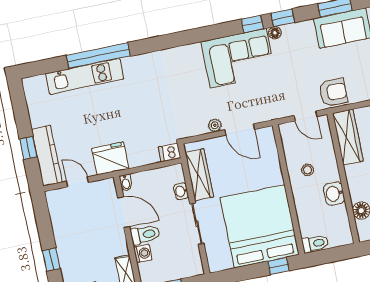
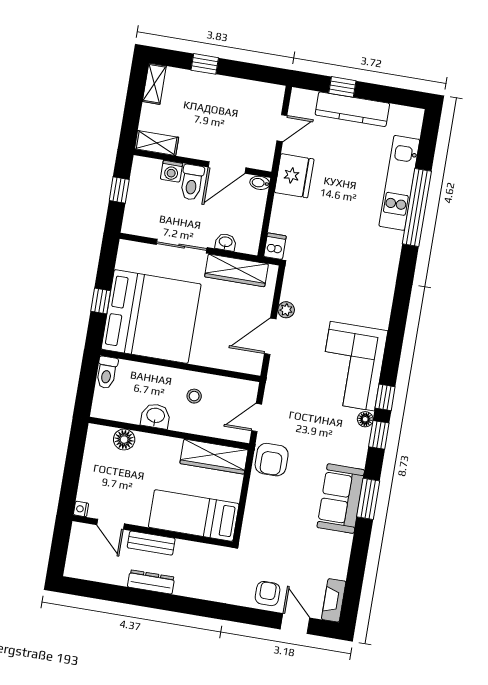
kitchen counter: (47, 156) -> (352, 109), moved
window: (278, 266) -> (101, 301), moved

